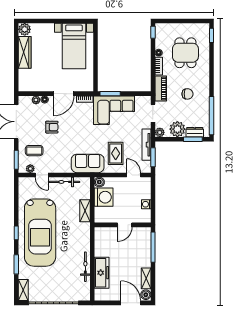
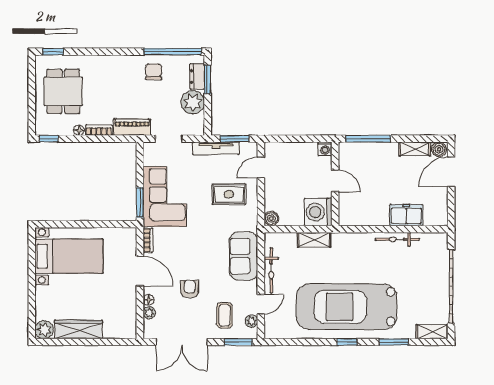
dining table: (185, 53) -> (63, 91), moved, turned 90
chair: (187, 94) -> (154, 72), moved
plant: (160, 132) -> (198, 129), removed
sofa: (88, 163) -> (244, 256), moved
washing machine: (104, 197) -> (318, 212), moved, turned -90
washing machine: (146, 204) -> (325, 149), moved
car: (40, 233) -> (347, 307), turned 180
freezer: (102, 273) -> (406, 215), width x0.71

